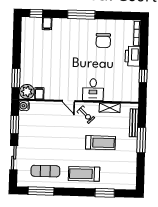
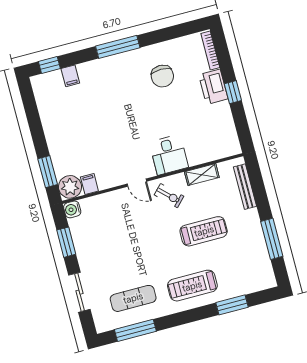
window: (143, 76) -> (233, 92), moved
window: (141, 140) -> (272, 239), moved

